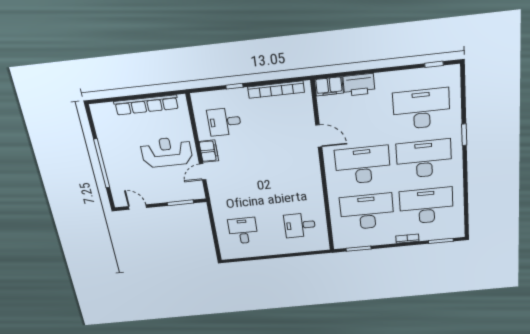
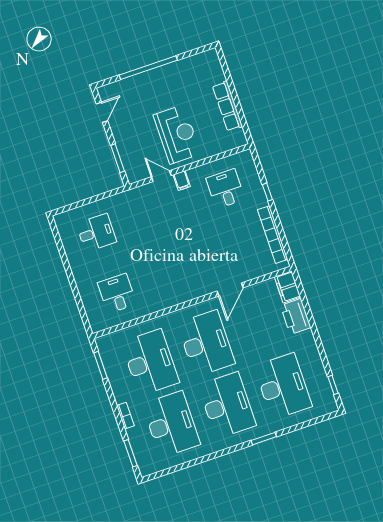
row of seats: (146, 105) -> (227, 106), width x0.73
filing cabinet: (209, 151) -> (182, 181), width x0.50

